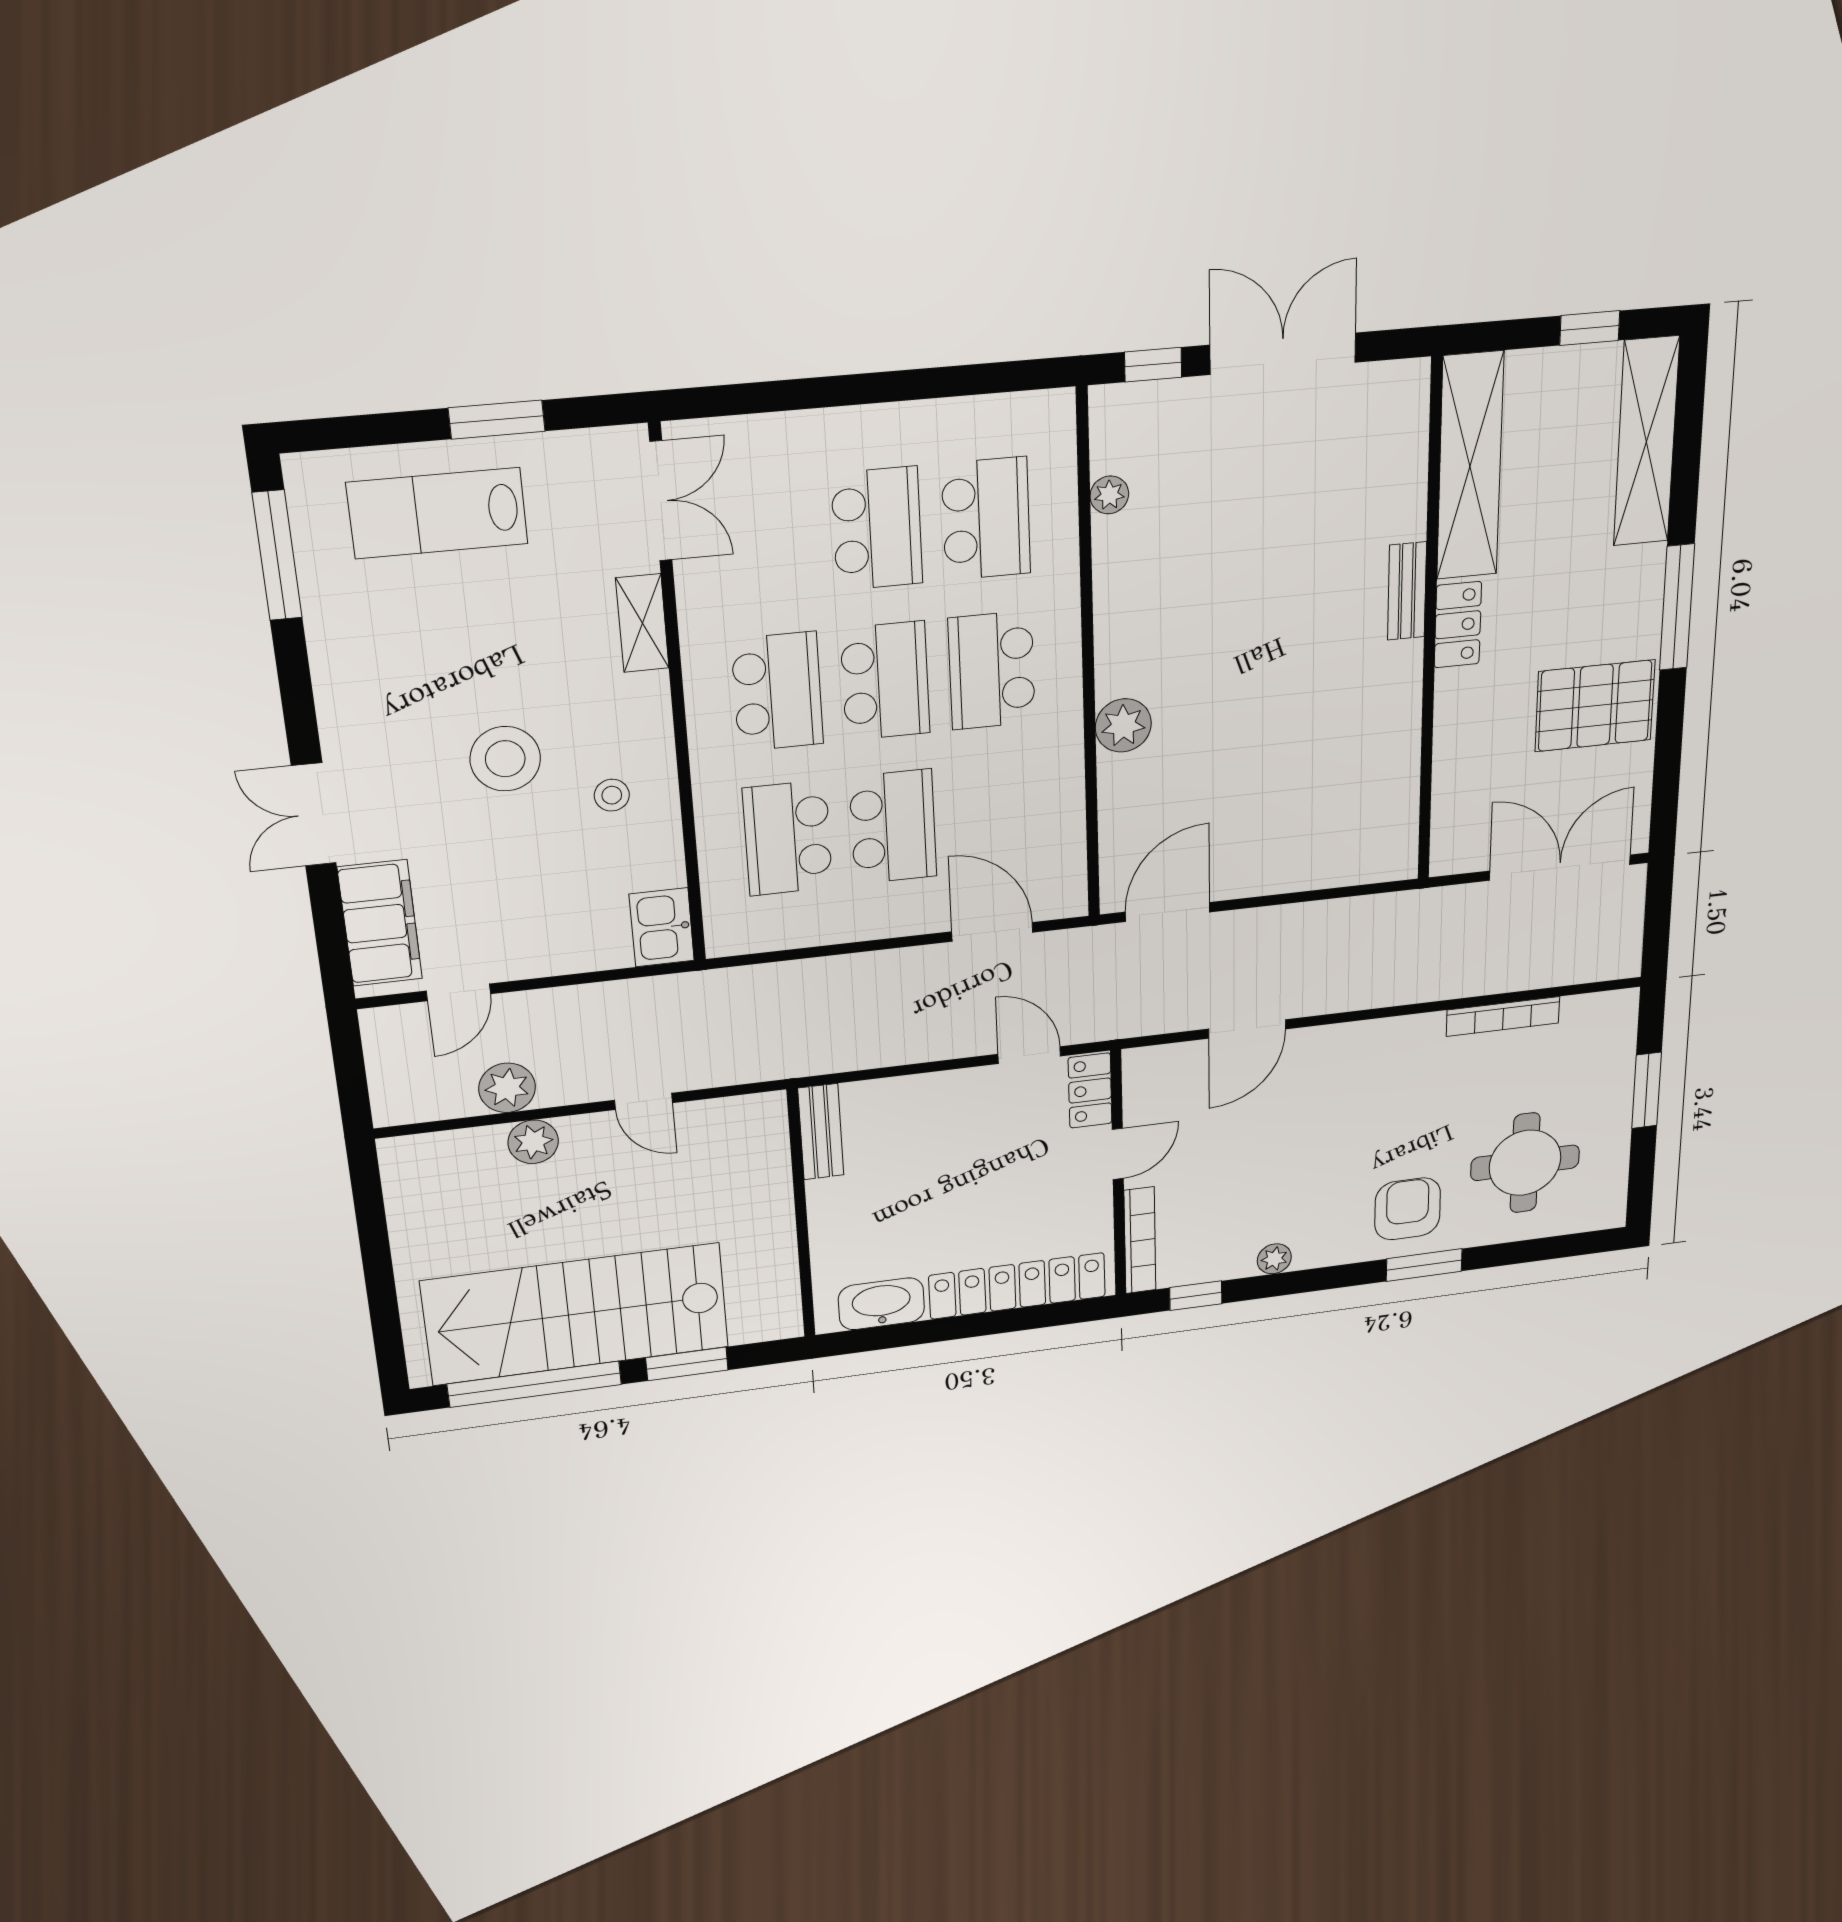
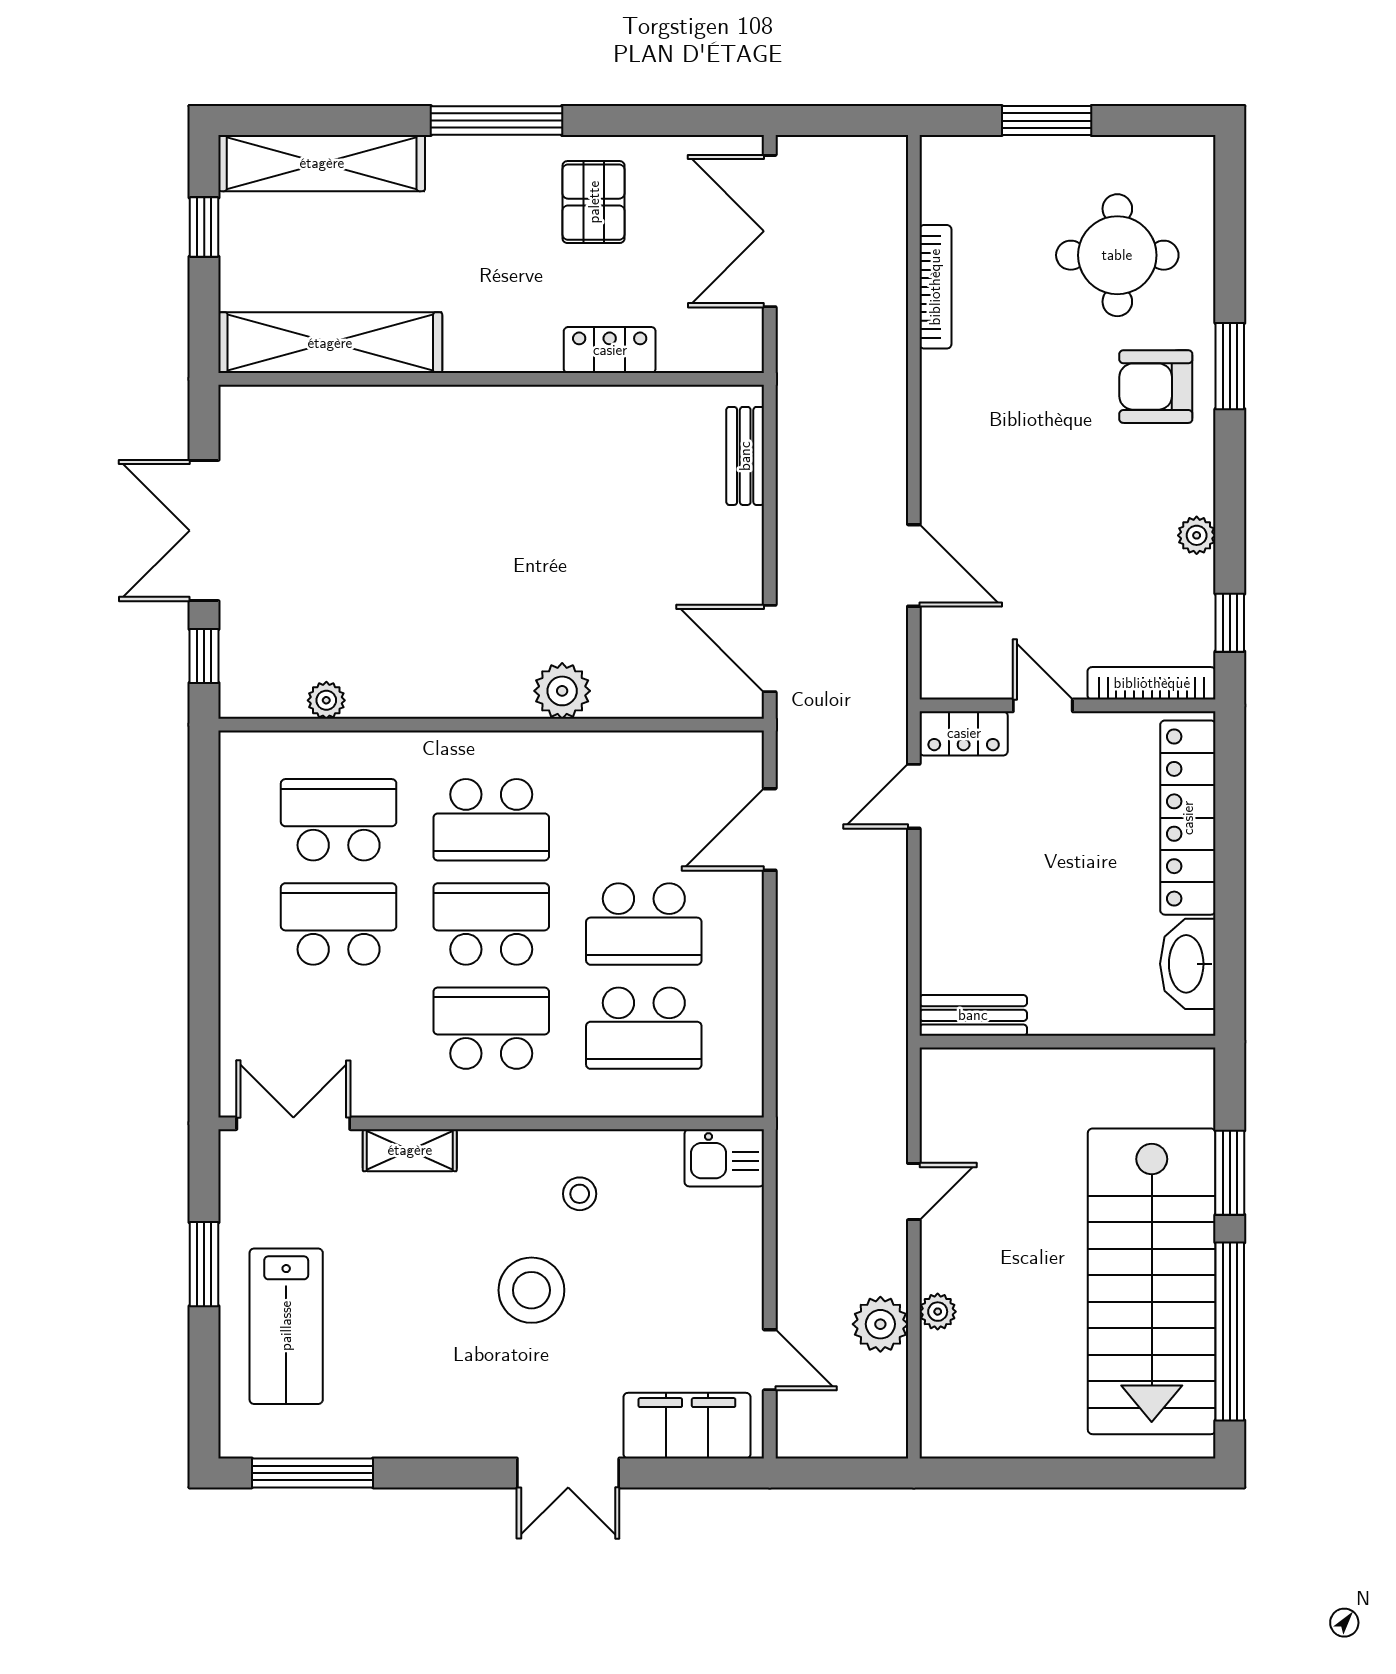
bench: (1407, 591) -> (745, 456), moved, turned 90
locker: (1458, 625) -> (610, 350), moved
pallet: (1595, 706) -> (594, 202), width x0.67, depth x0.71
school desk: (893, 827) -> (644, 924), turned 180
plant: (533, 1142) -> (938, 1312), width x0.73, depth x0.73

